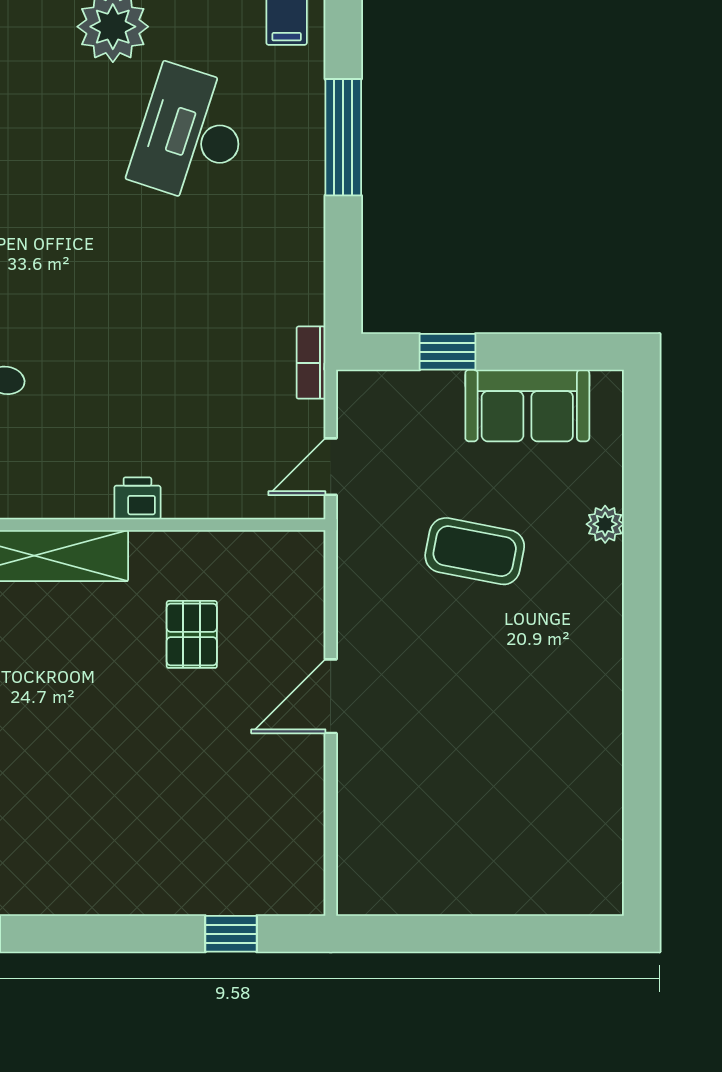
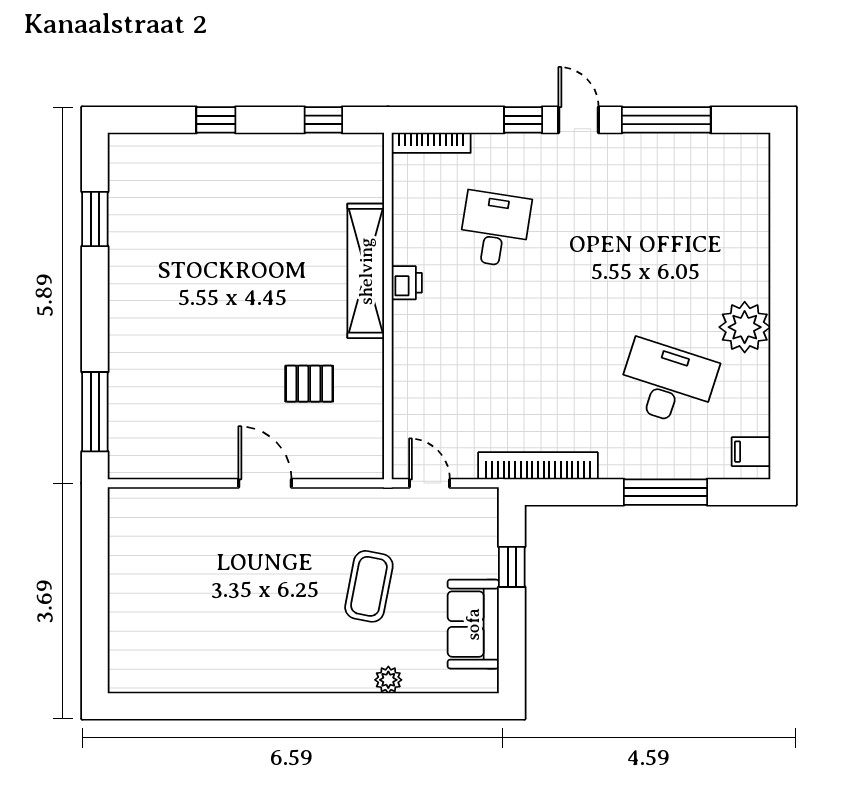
bookcase: (311, 363) -> (538, 466), width x2.31, depth x1.31
printer: (137, 498) -> (407, 283), moved
window: (231, 934) -> (95, 412), width x2.17

